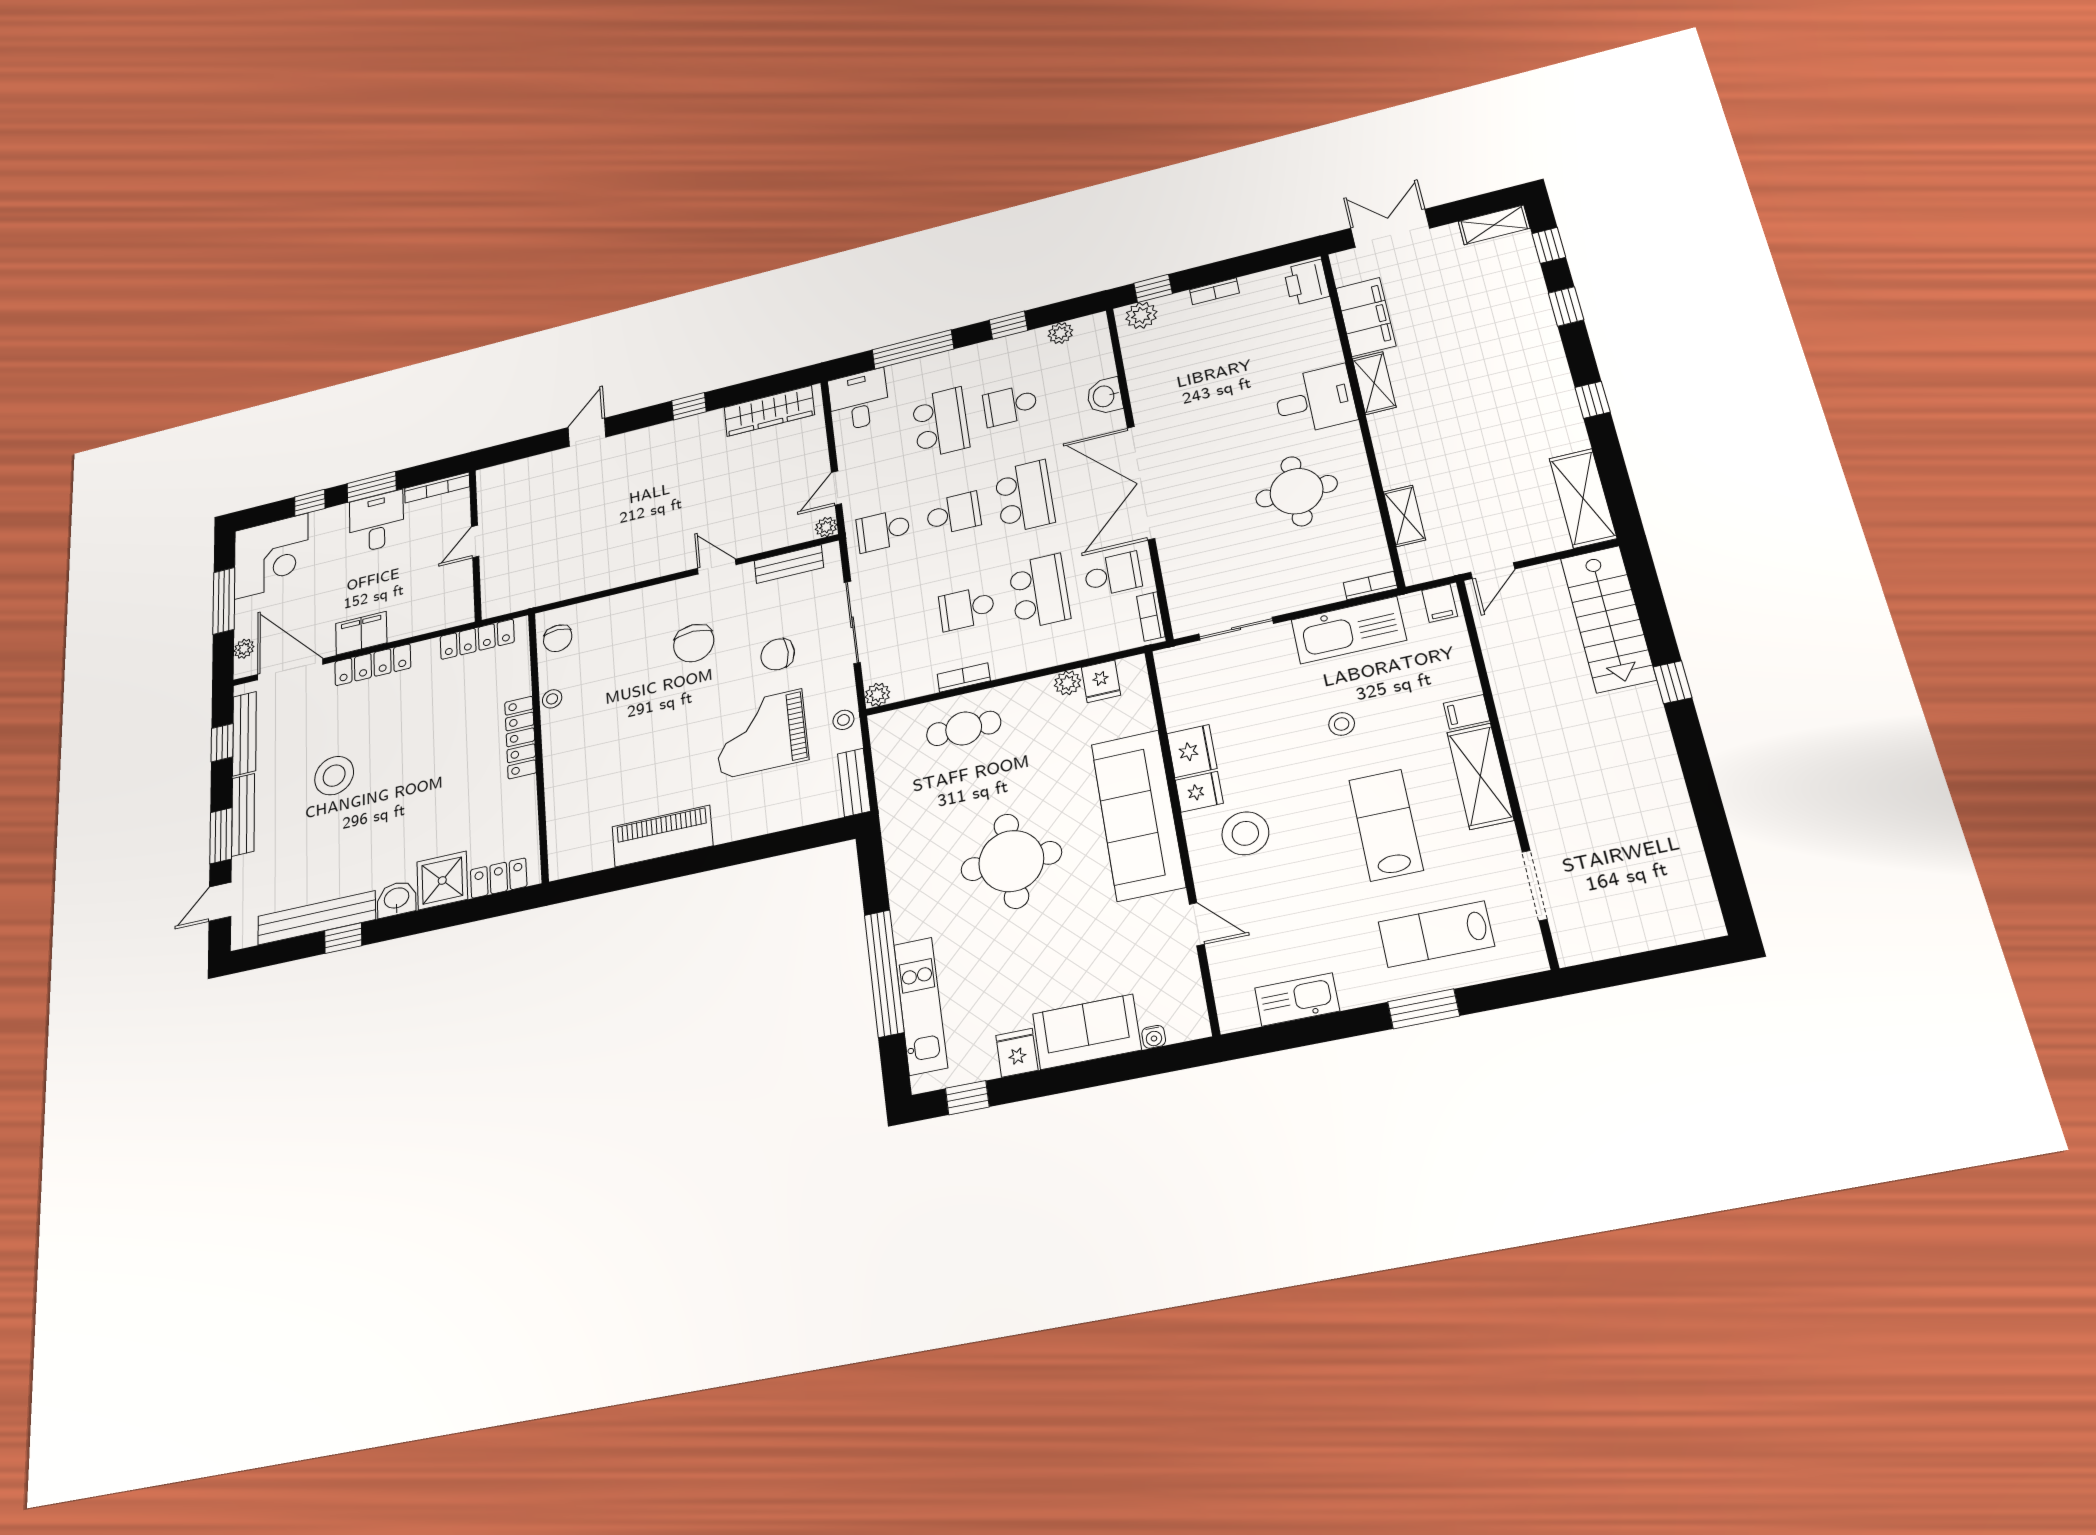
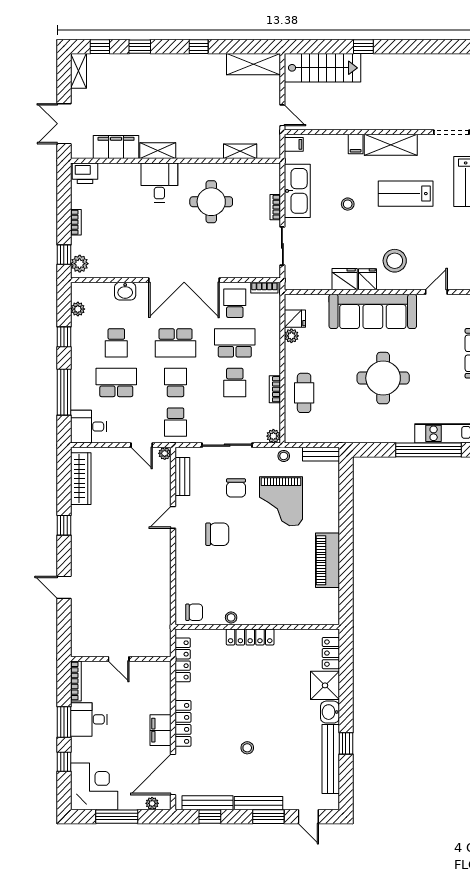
school desk: (1024, 497) -> (176, 343), turned 180
bookcase: (1370, 586) -> (275, 207), moved
stool: (334, 776) -> (247, 748), width x0.53, depth x0.53

